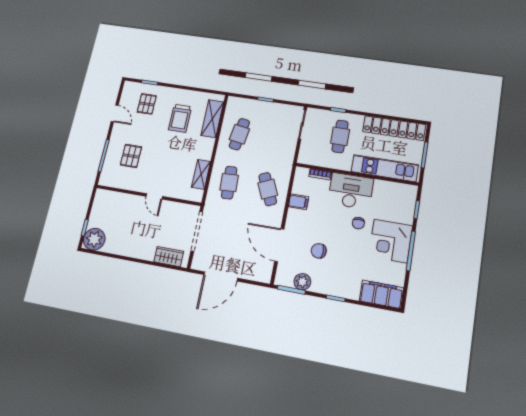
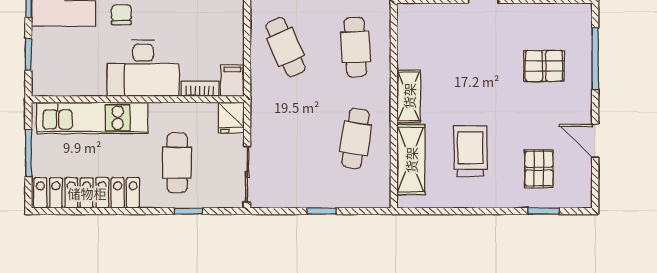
pallet: (131, 156) -> (544, 66), turned 90
fridge: (305, 156) -> (231, 118), added
shelving: (201, 174) -> (409, 96), moved
filing cabinet: (298, 202) -> (232, 80), moved, turned 90

